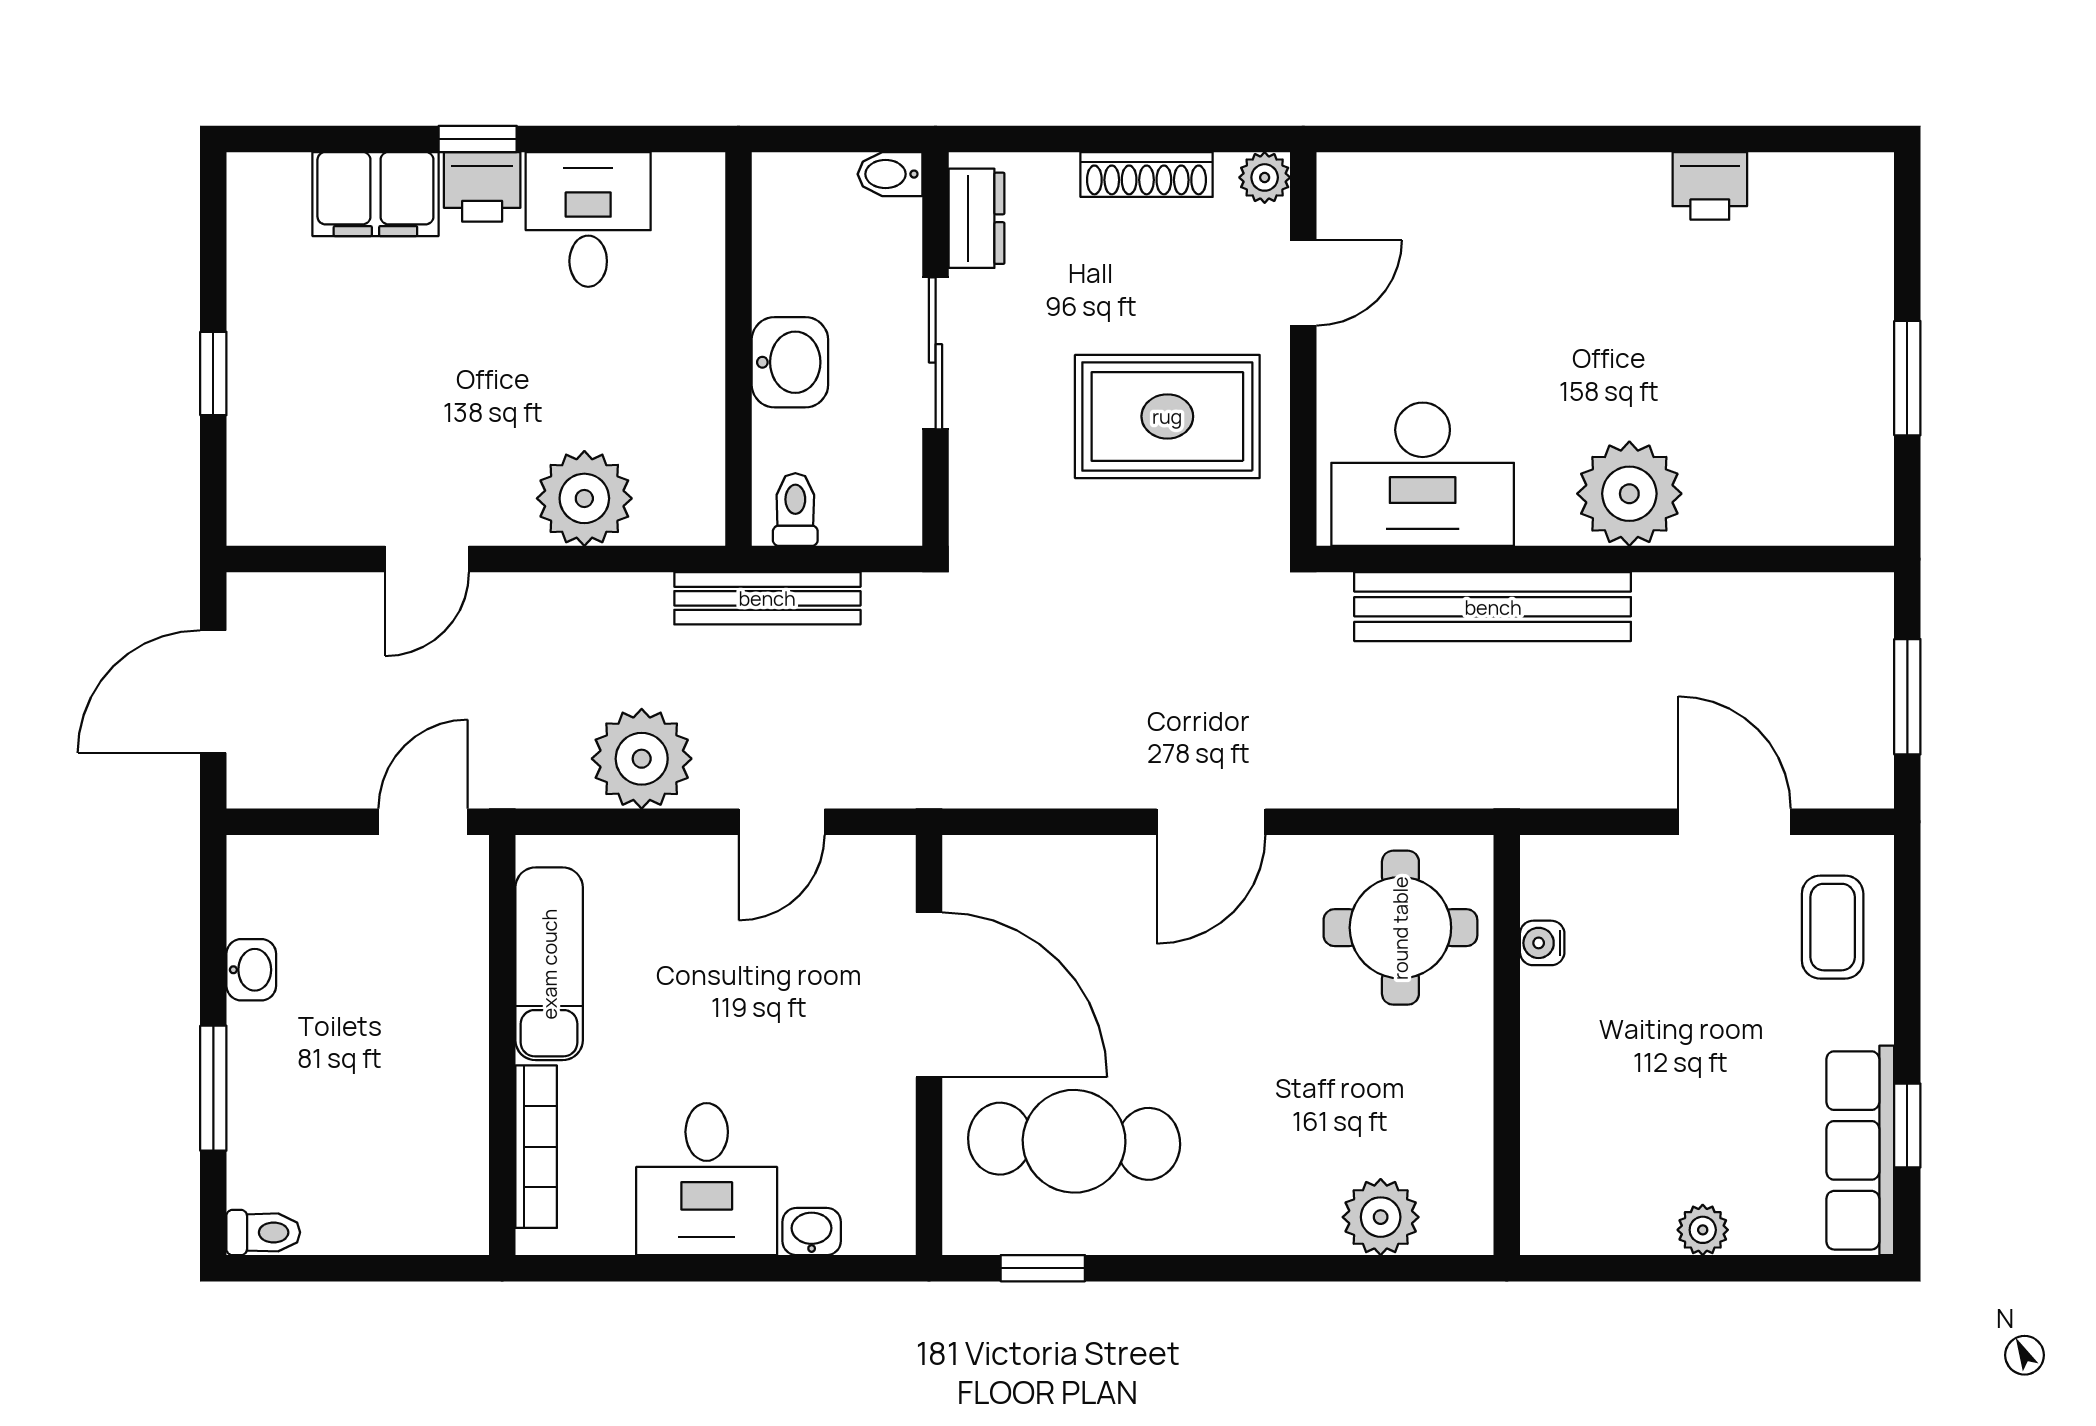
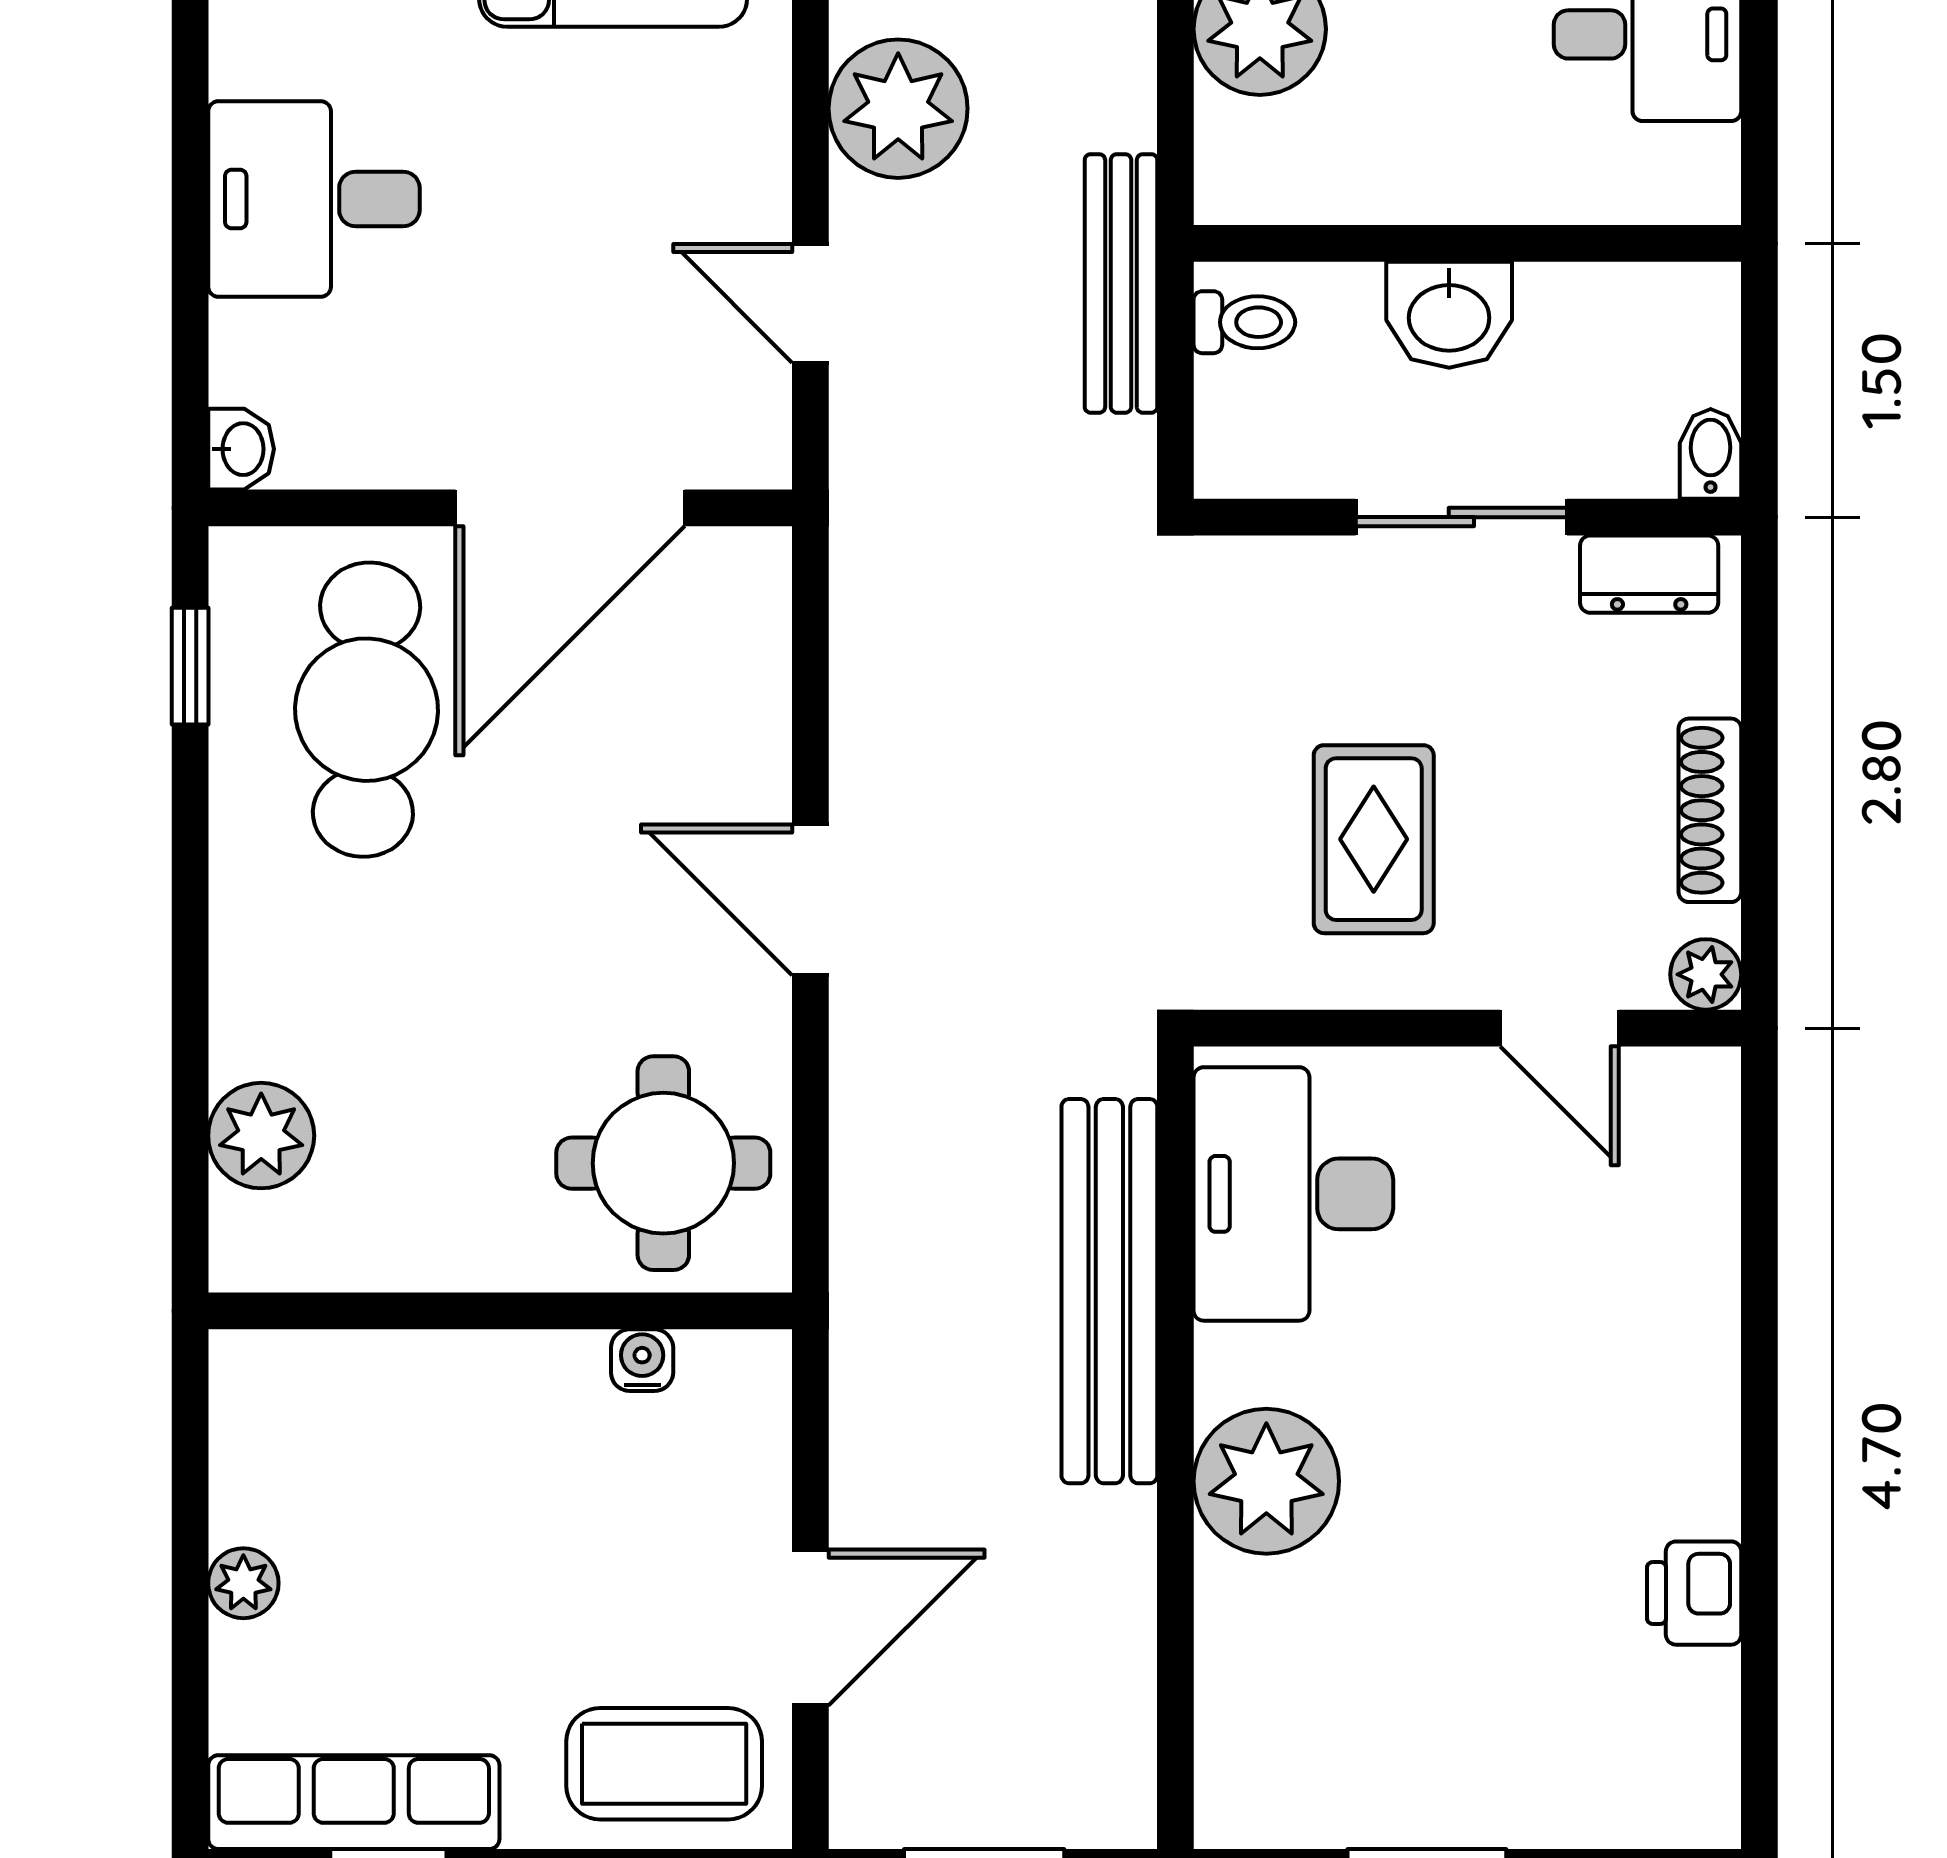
rug: (1167, 416) -> (1374, 839), width x0.73, depth x0.70
coffee table: (1833, 927) -> (664, 1764), width x1.36, depth x1.30
washbasin: (812, 1231) -> (241, 449), moved

